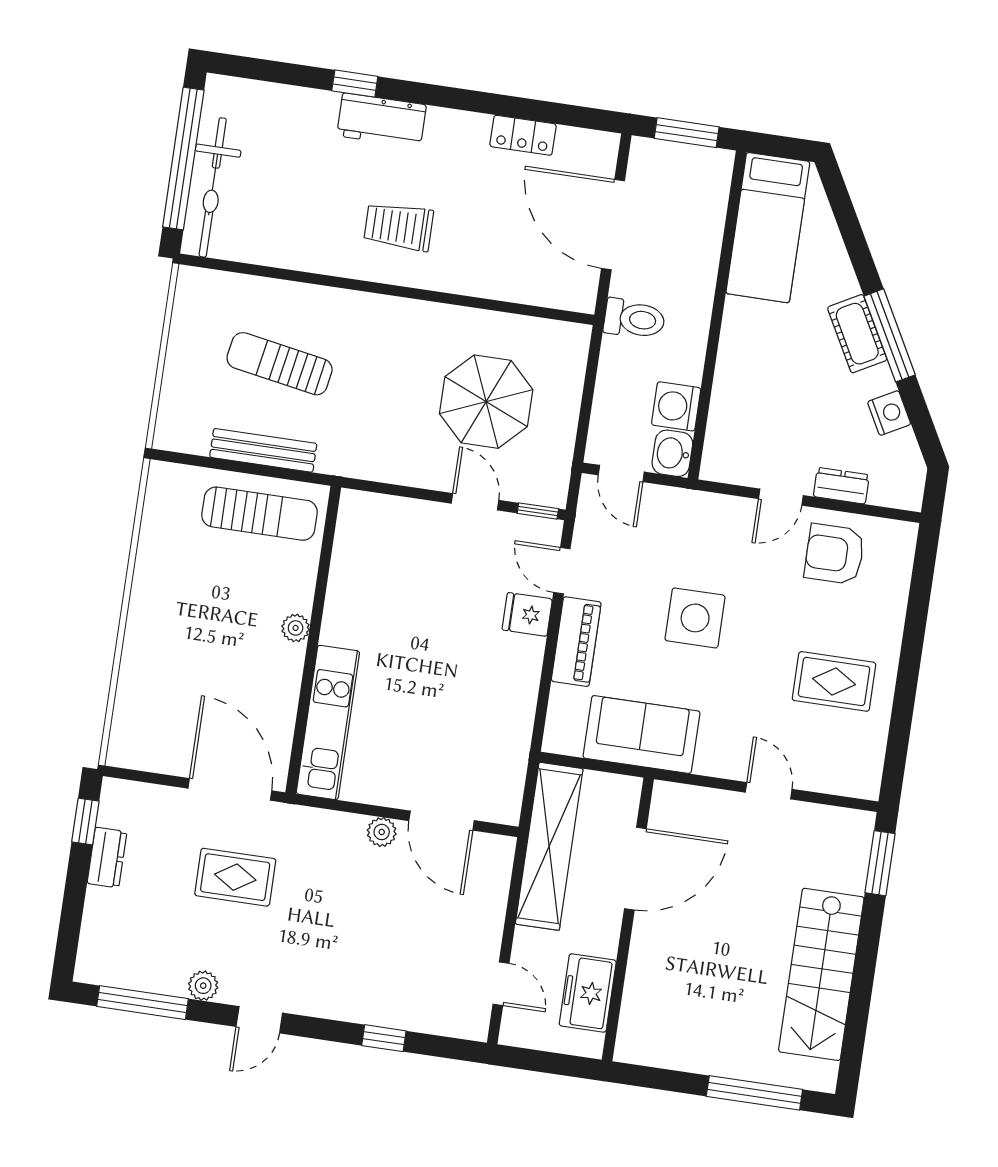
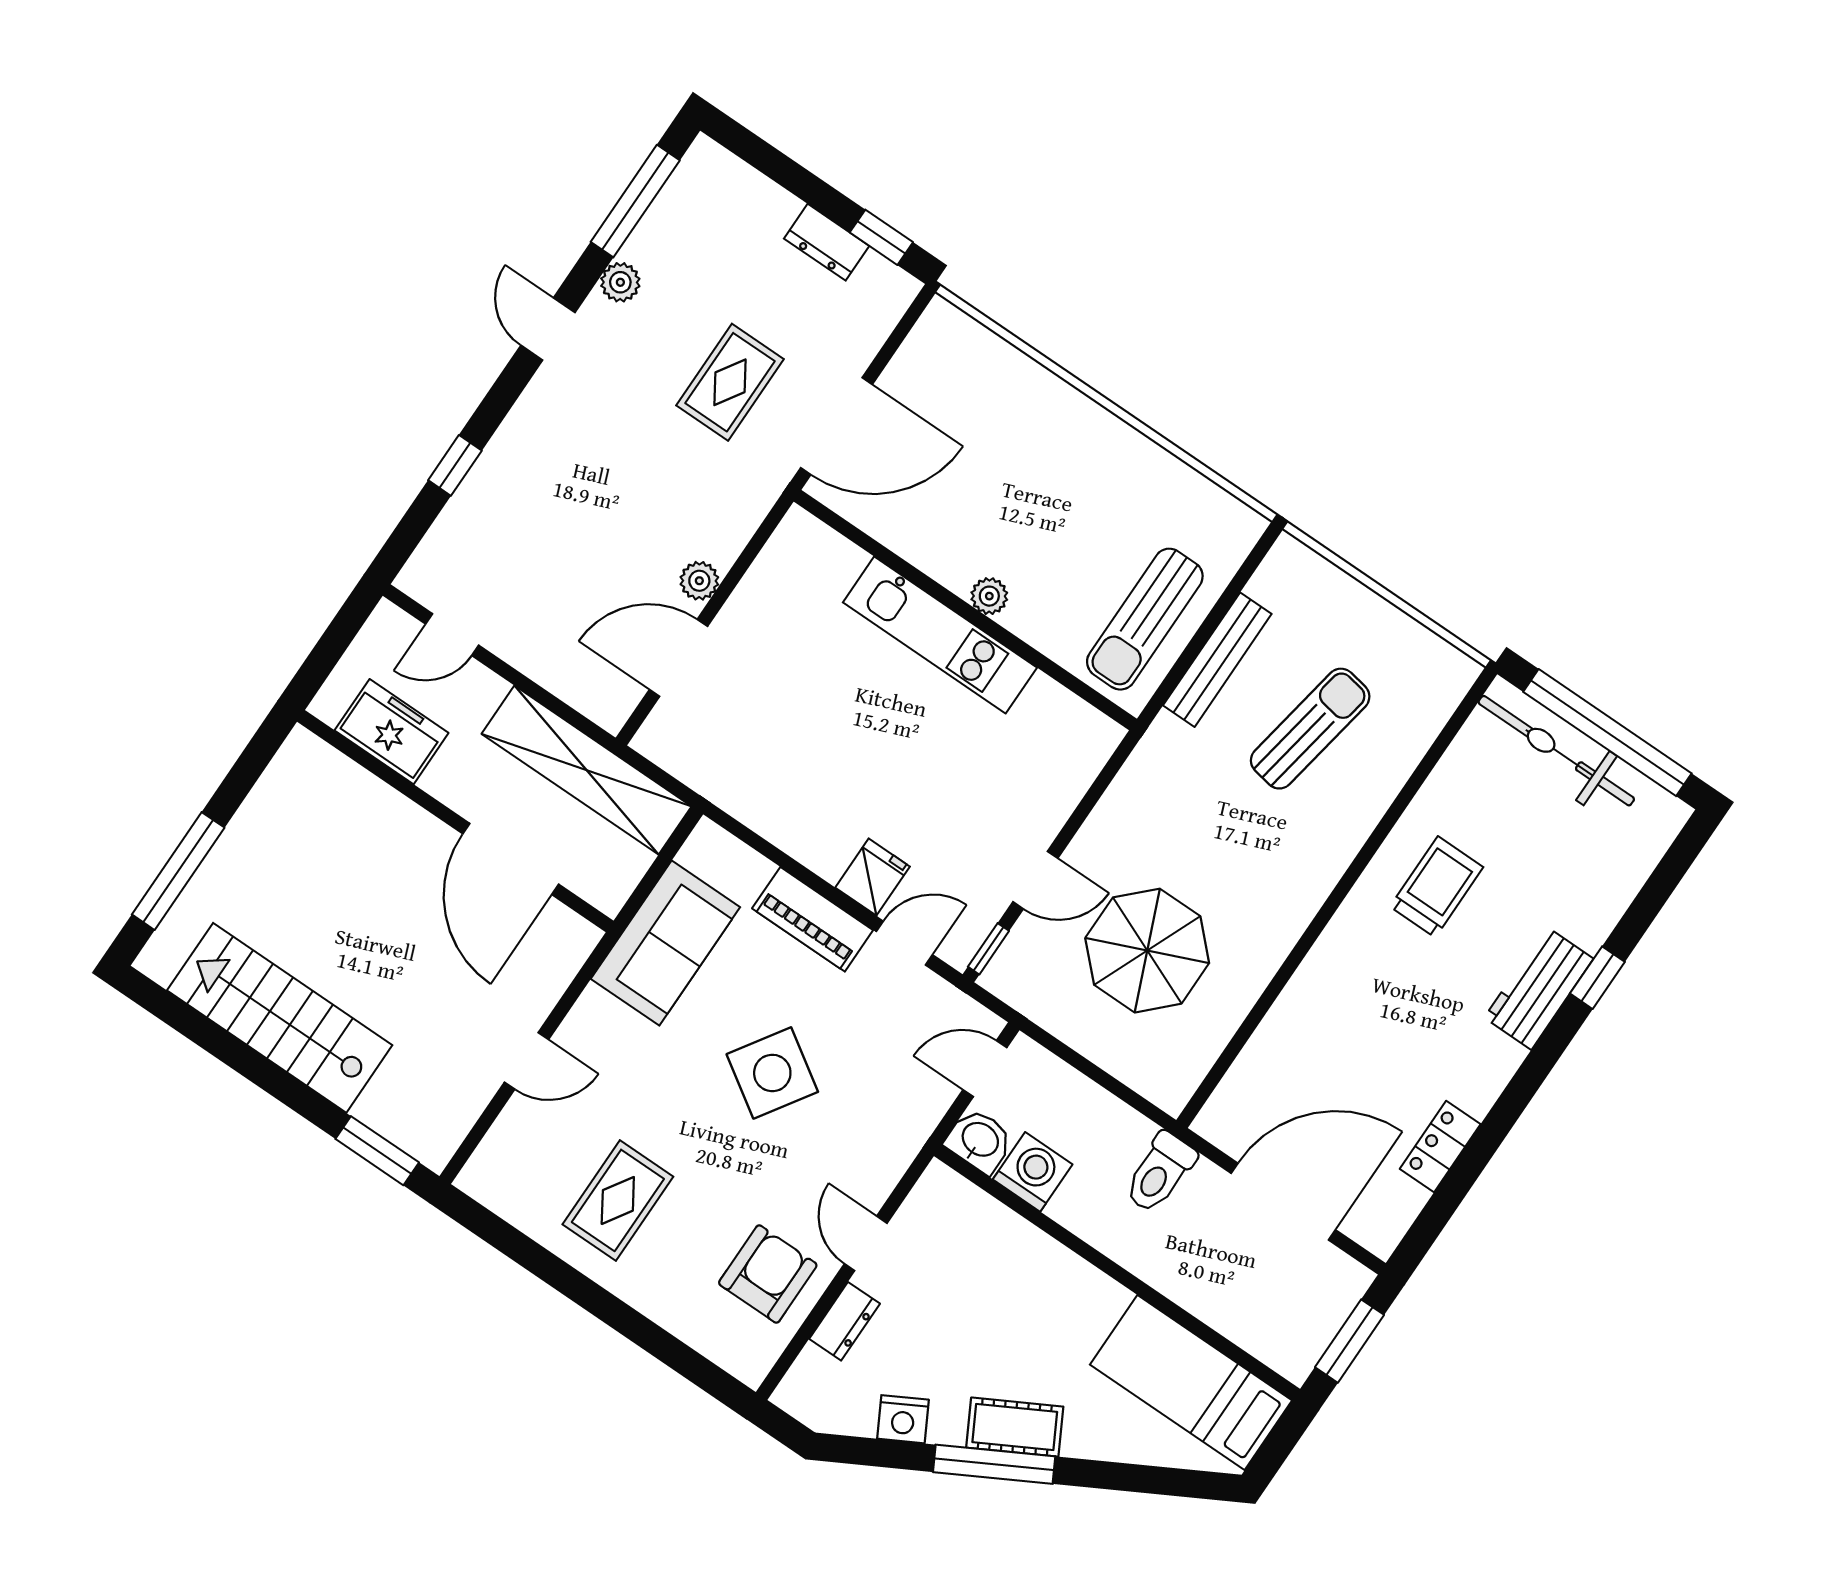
trolley: (399, 227) -> (1437, 887), moved
side table: (695, 618) -> (772, 1073), turned 33
kitchen unit: (328, 722) -> (940, 635), moved

